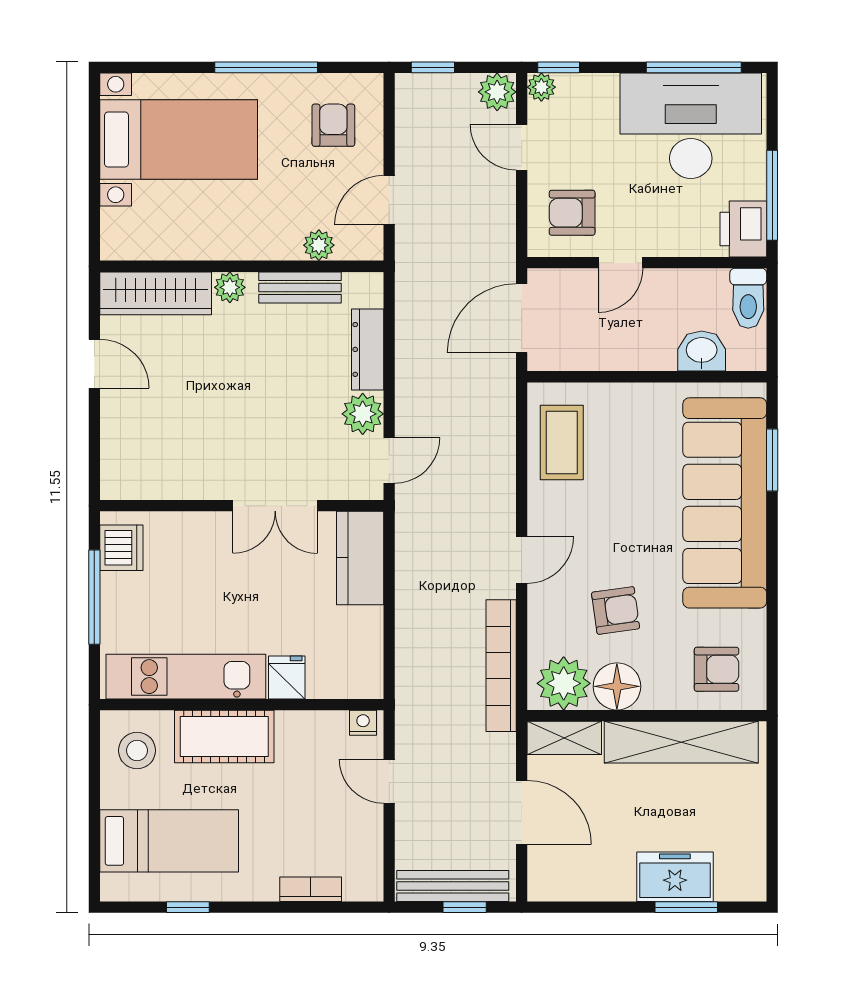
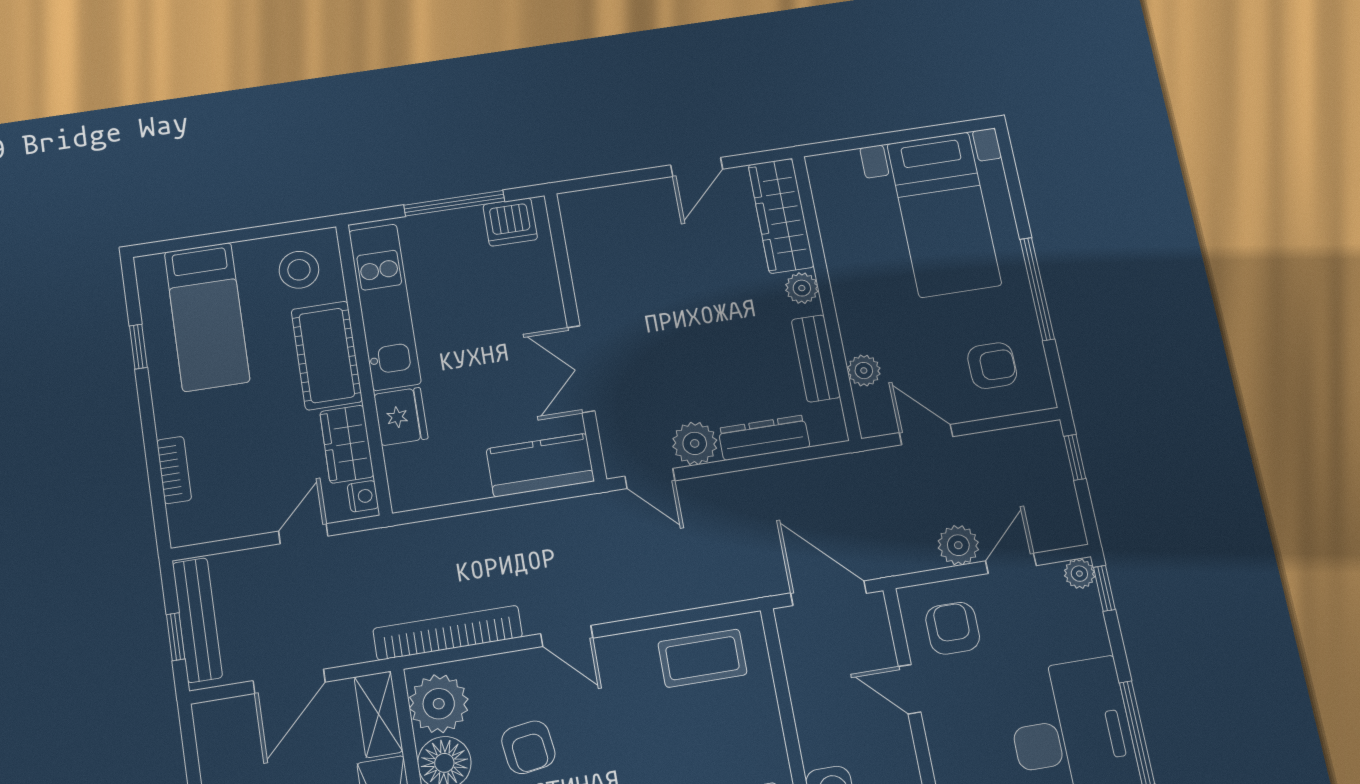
plant: (497, 92) -> (958, 545), moved
fridge: (287, 677) -> (401, 417), width x1.38
wardrobe: (312, 730) -> (347, 444), added

